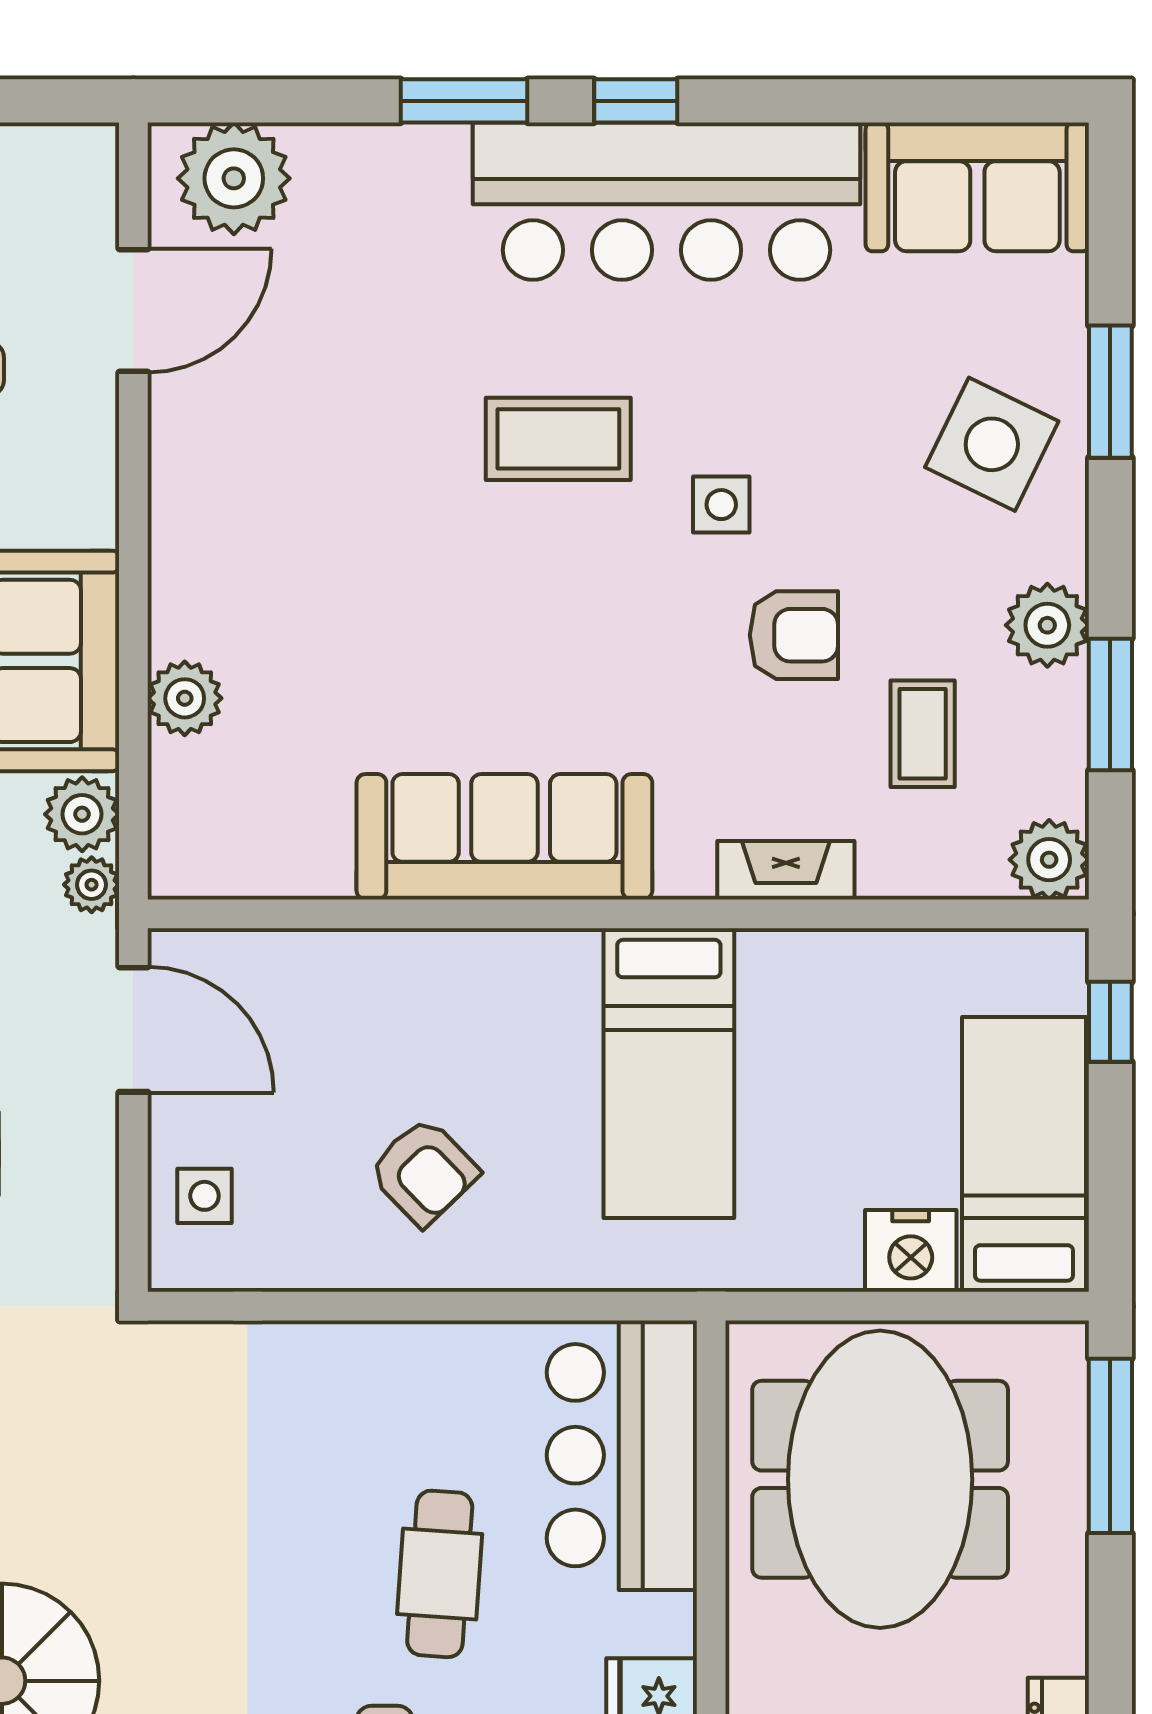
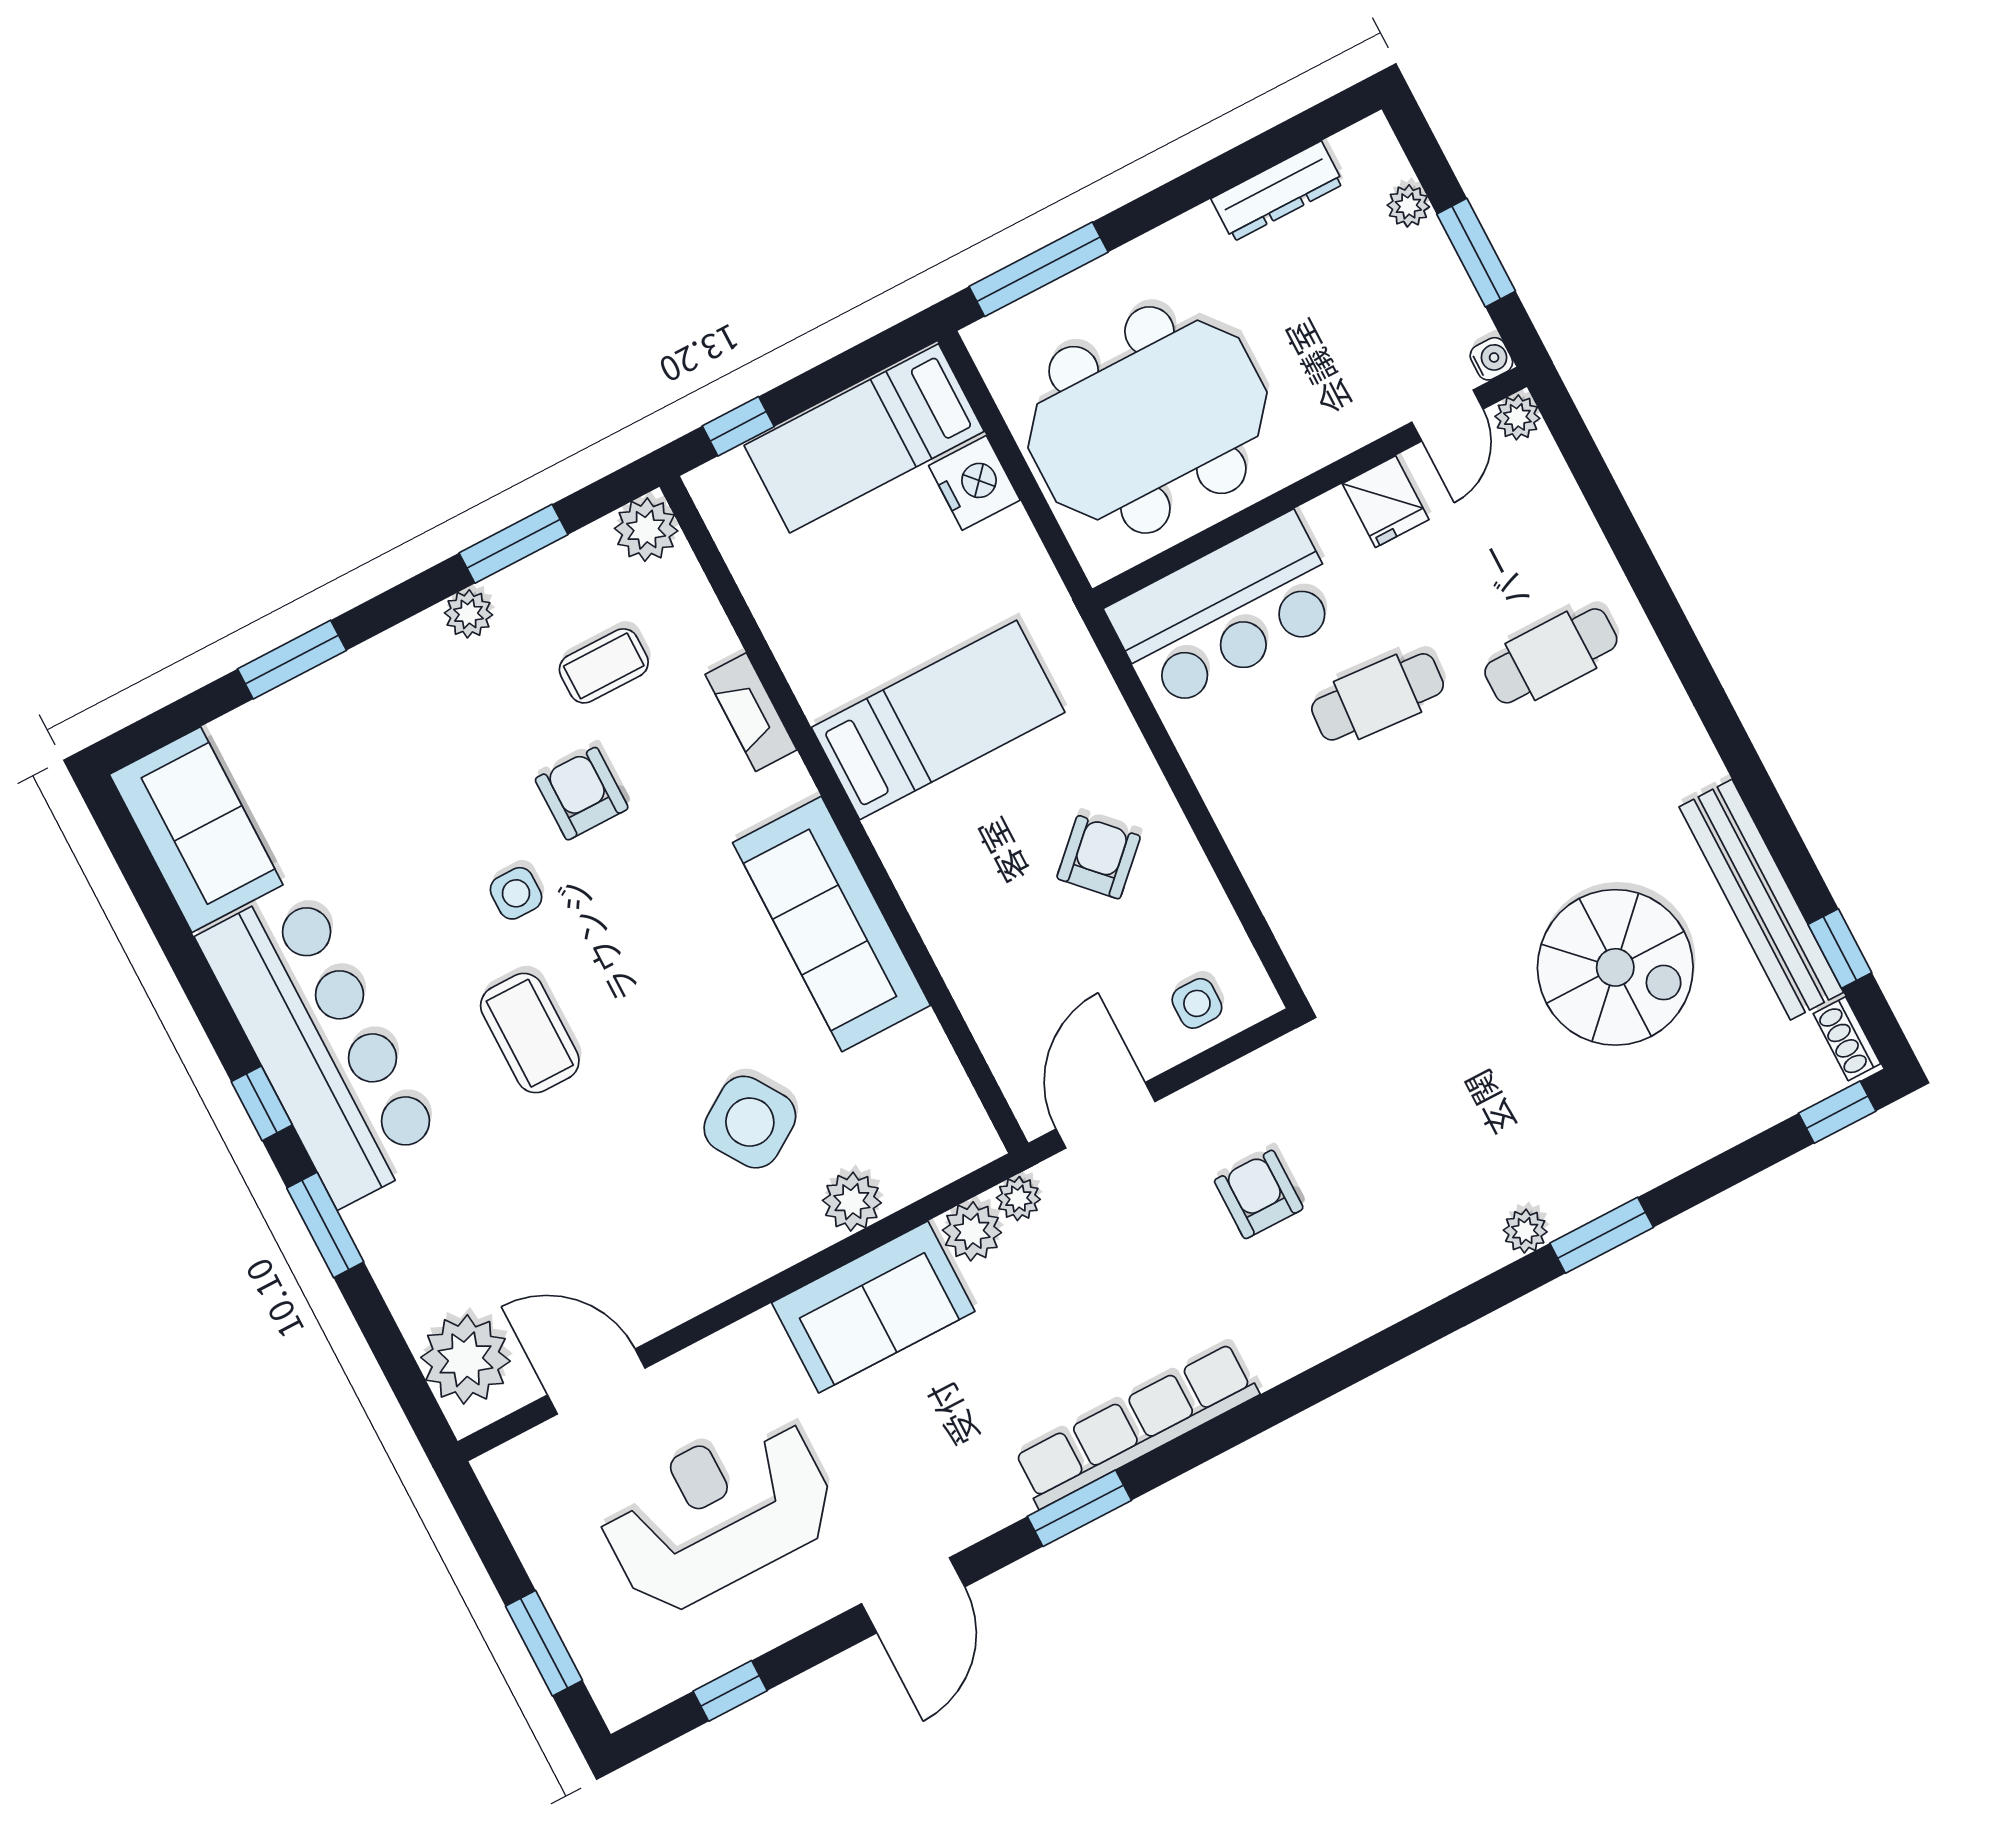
side table: (992, 444) -> (750, 1122), moved, turned 31
plant: (1047, 625) -> (468, 614), width x0.73, depth x0.73

